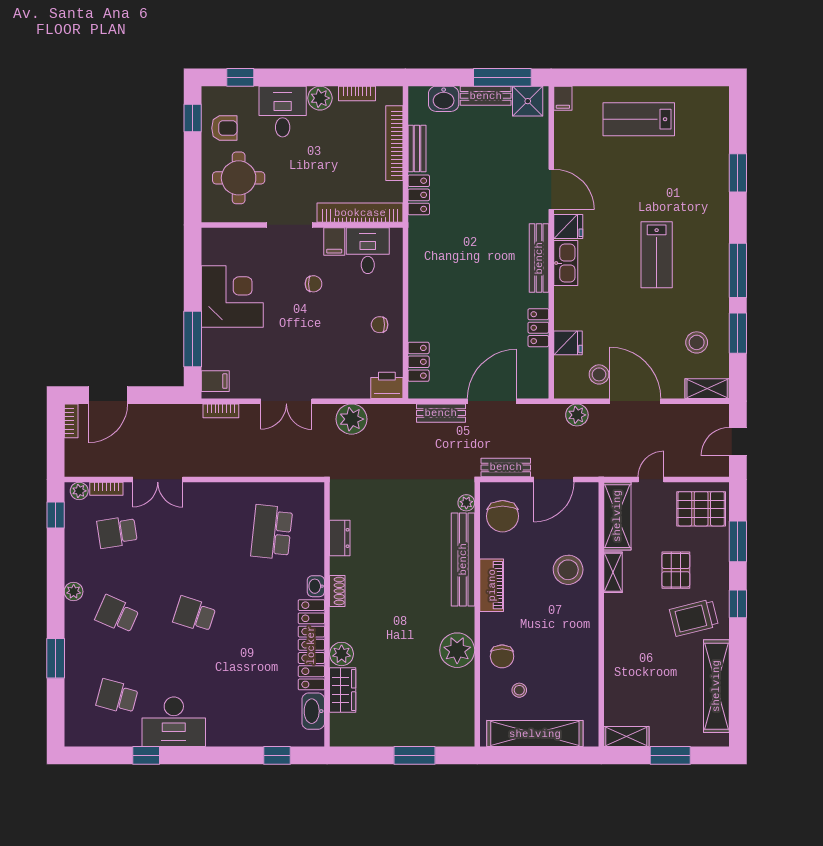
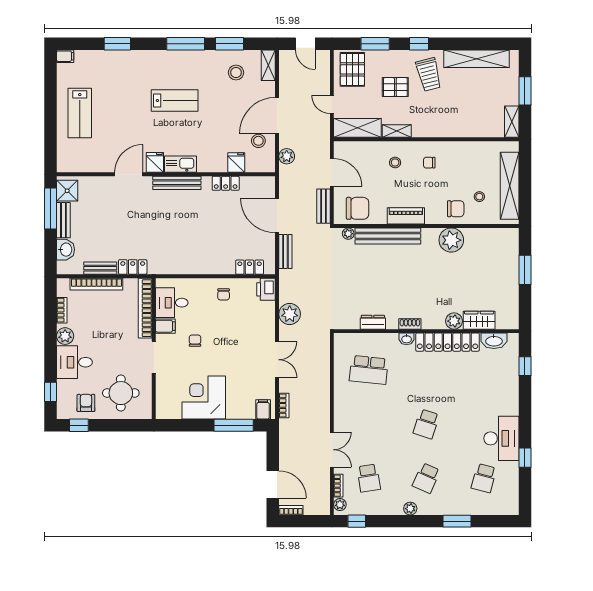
filing cabinet: (563, 98) -> (65, 56), moved
stool: (568, 570) -> (395, 162), width x0.53, depth x0.53
chair: (568, 619) -> (429, 163), added

